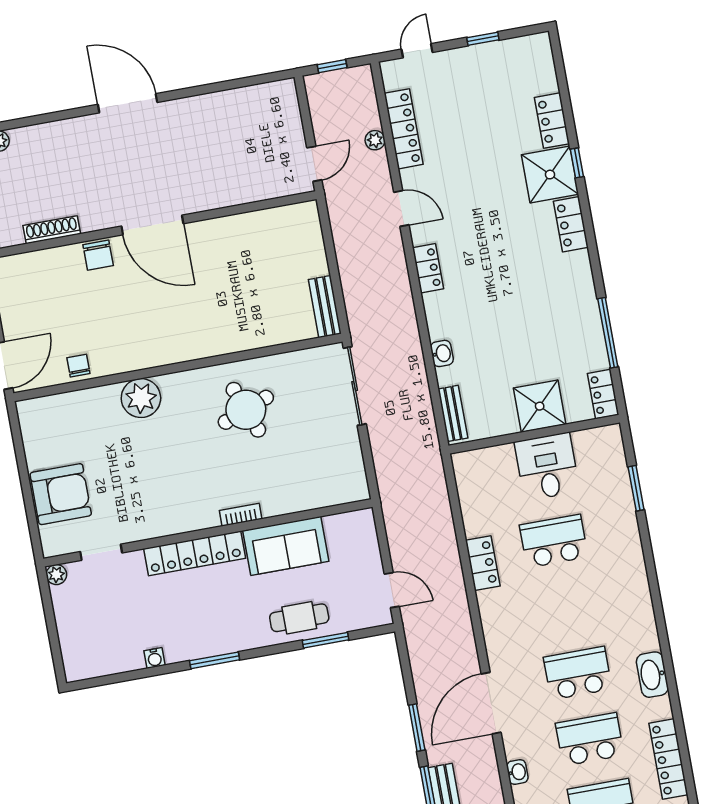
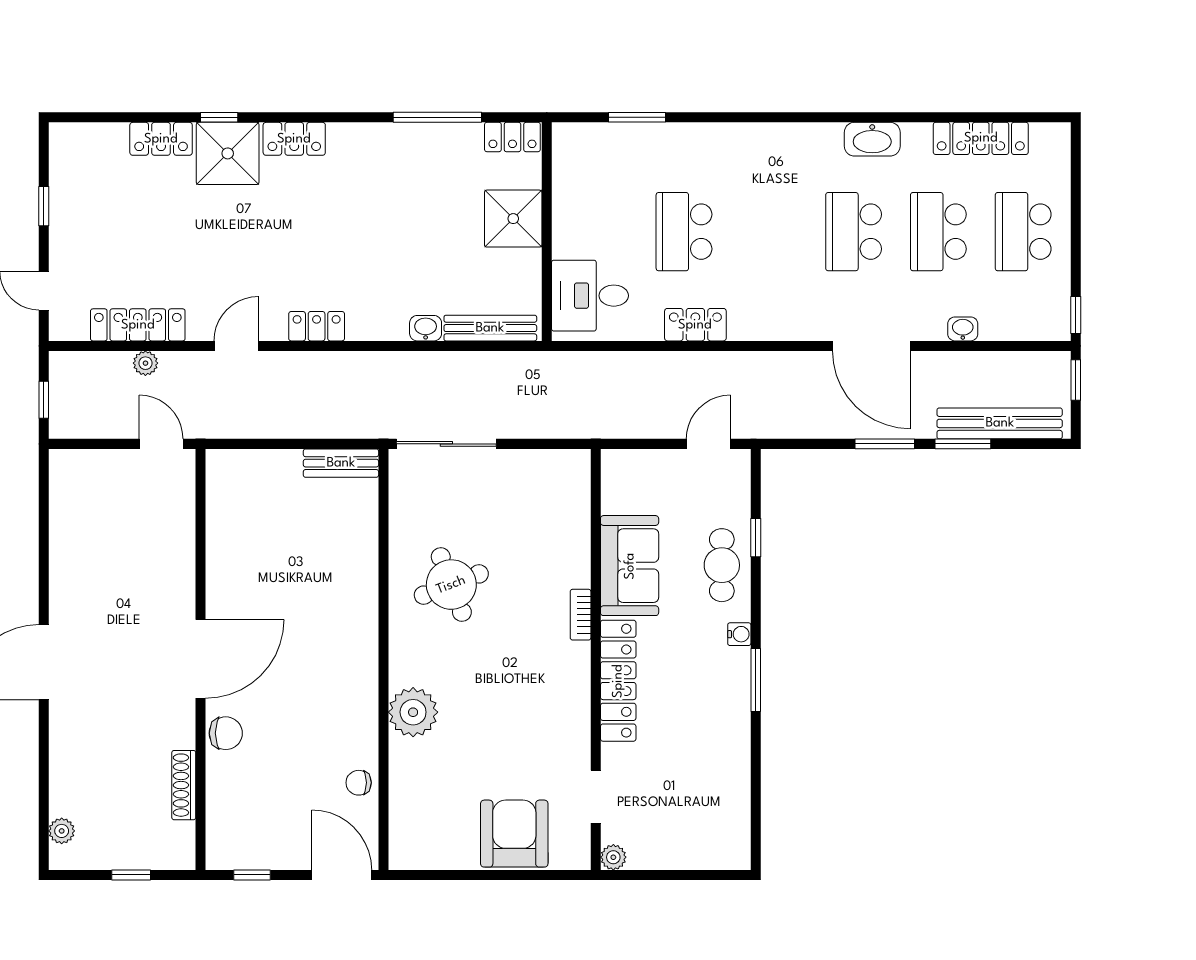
bench: (453, 413) -> (490, 328), width x1.36
desk: (547, 467) -> (590, 296), moved
window: (326, 640) -> (756, 538), width x0.67
water cooler: (155, 658) -> (739, 634), moved

